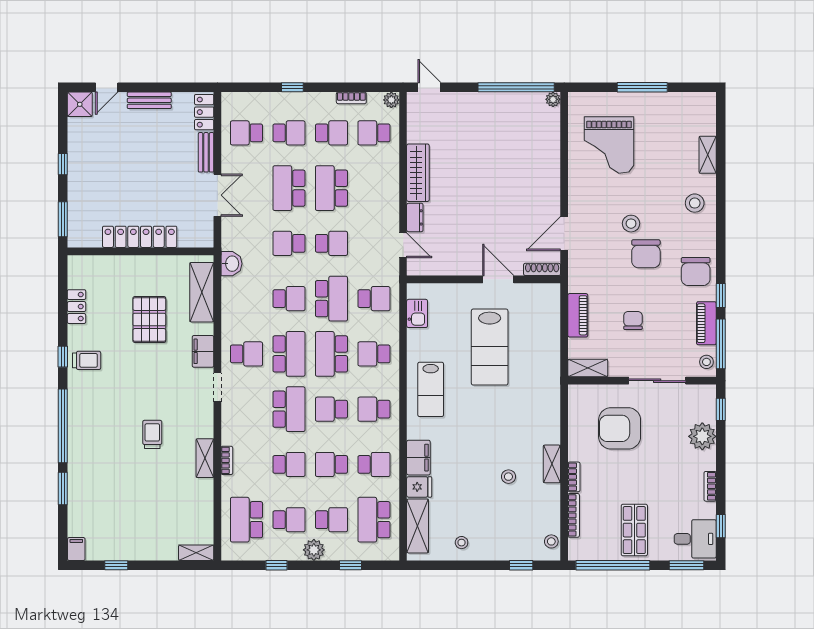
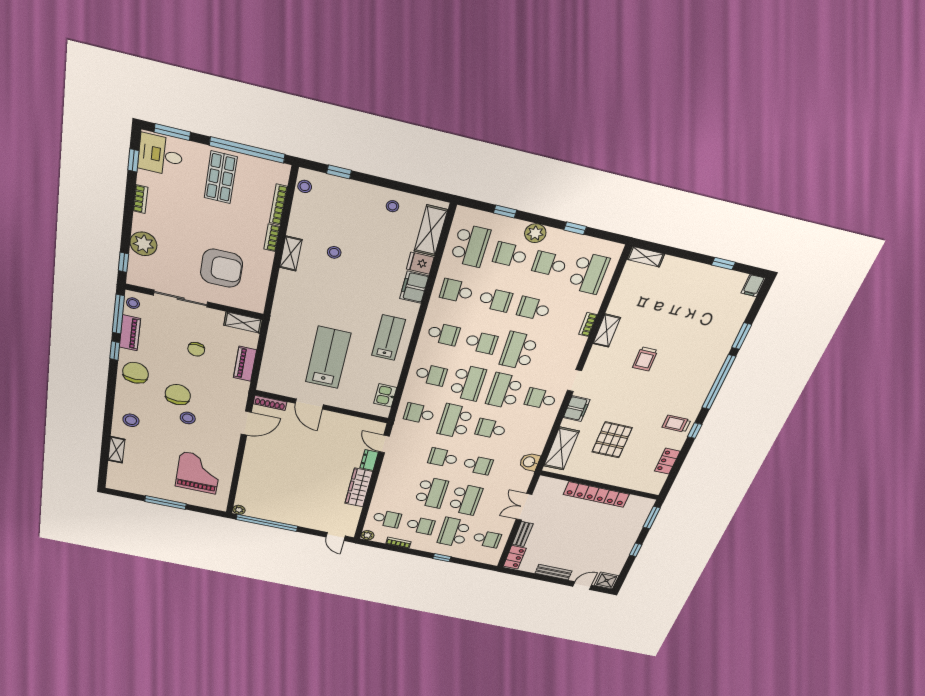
school desk: (289, 133) -> (454, 532), width x1.85
school desk: (331, 133) -> (420, 526), turned 180

